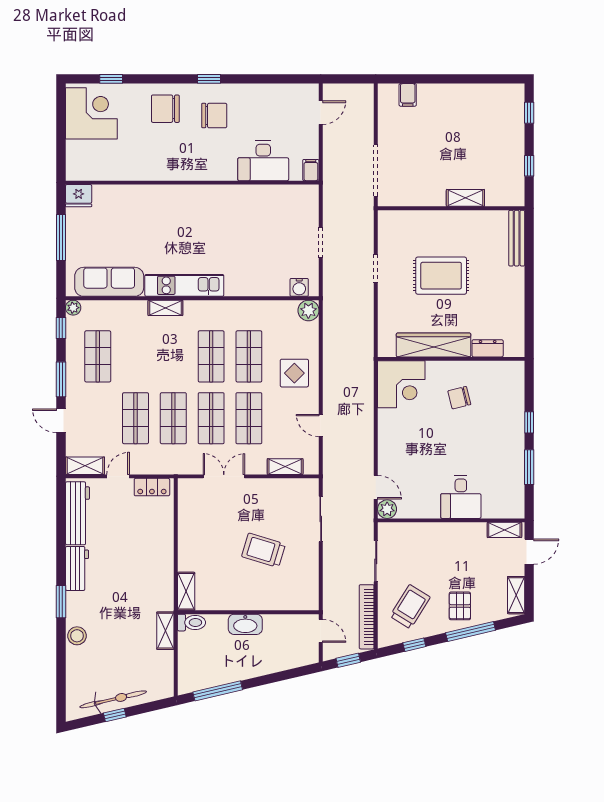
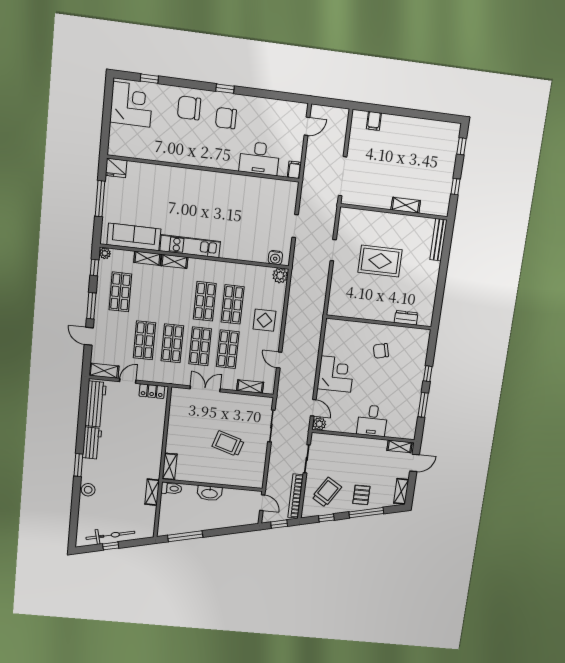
chair: (214, 116) -> (226, 118), turned 180
shelving: (129, 308) -> (147, 258), added
wardrobe: (434, 345) -> (368, 311), removed
corner desk: (401, 384) -> (336, 374), moved, turned -90

